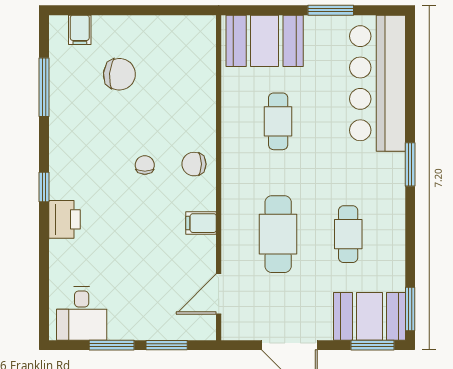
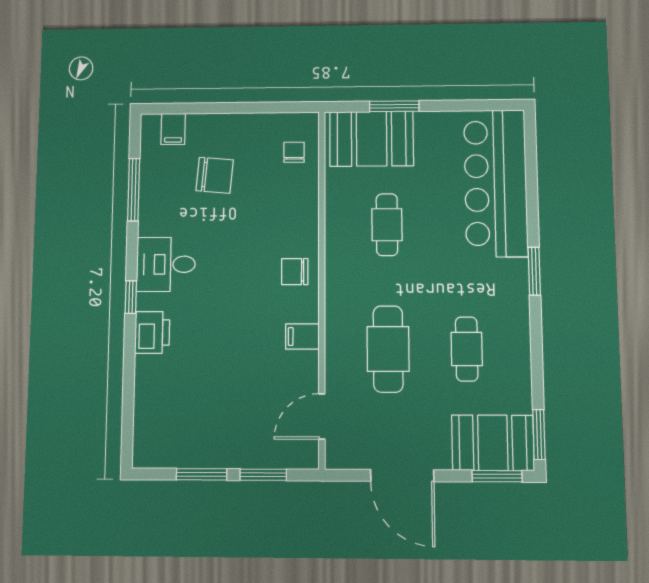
window: (331, 10) -> (394, 106), moved
chair: (145, 165) -> (294, 152), moved
desk: (82, 314) -> (166, 264), moved, turned 90

